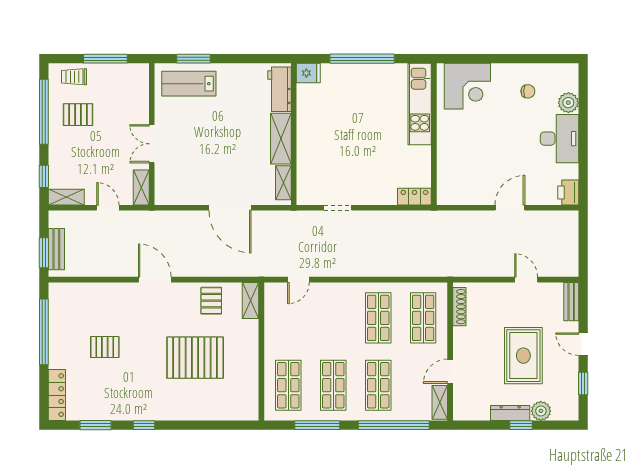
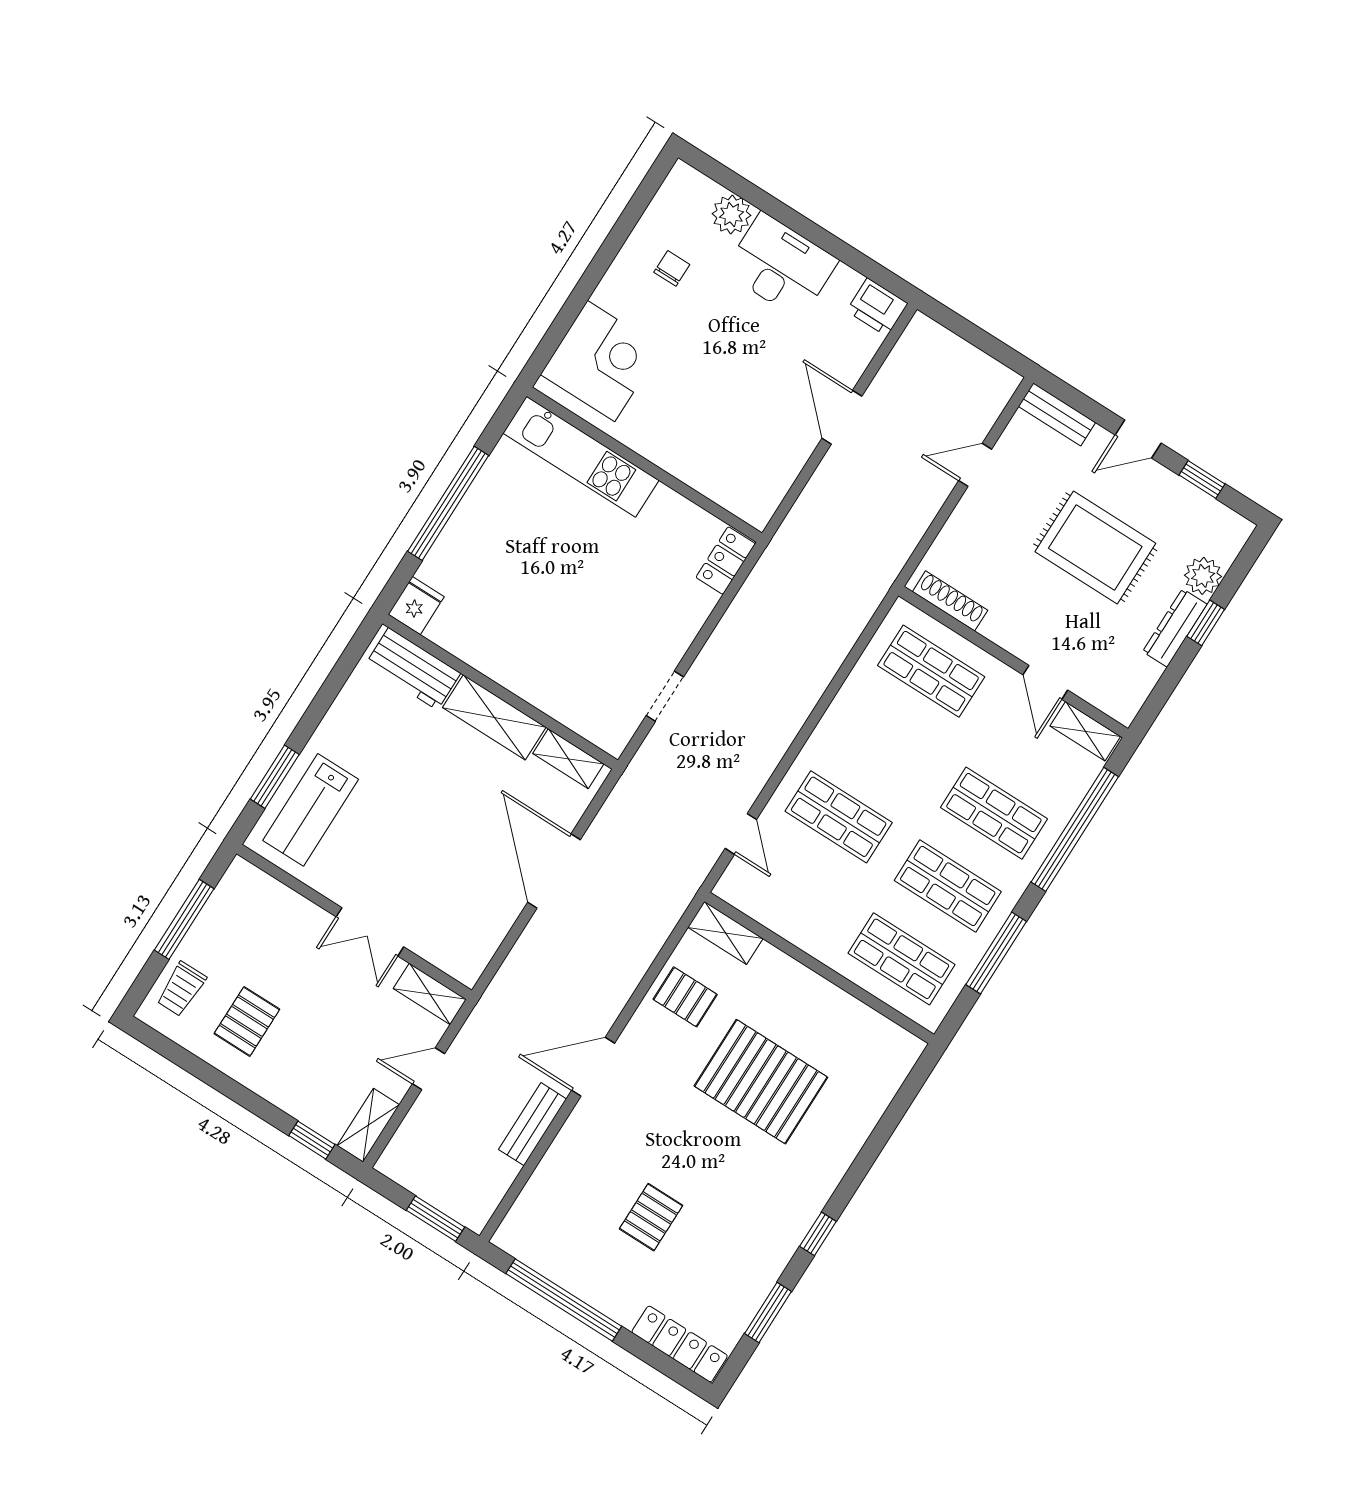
window: (44, 112) -> (207, 1074), removed
door: (230, 208) -> (554, 871), swing flipped
bench: (56, 249) -> (533, 1124), moved, turned 90
shop shelf: (378, 318) -> (839, 817), moved
pallet: (195, 358) -> (761, 1082), turned 90

